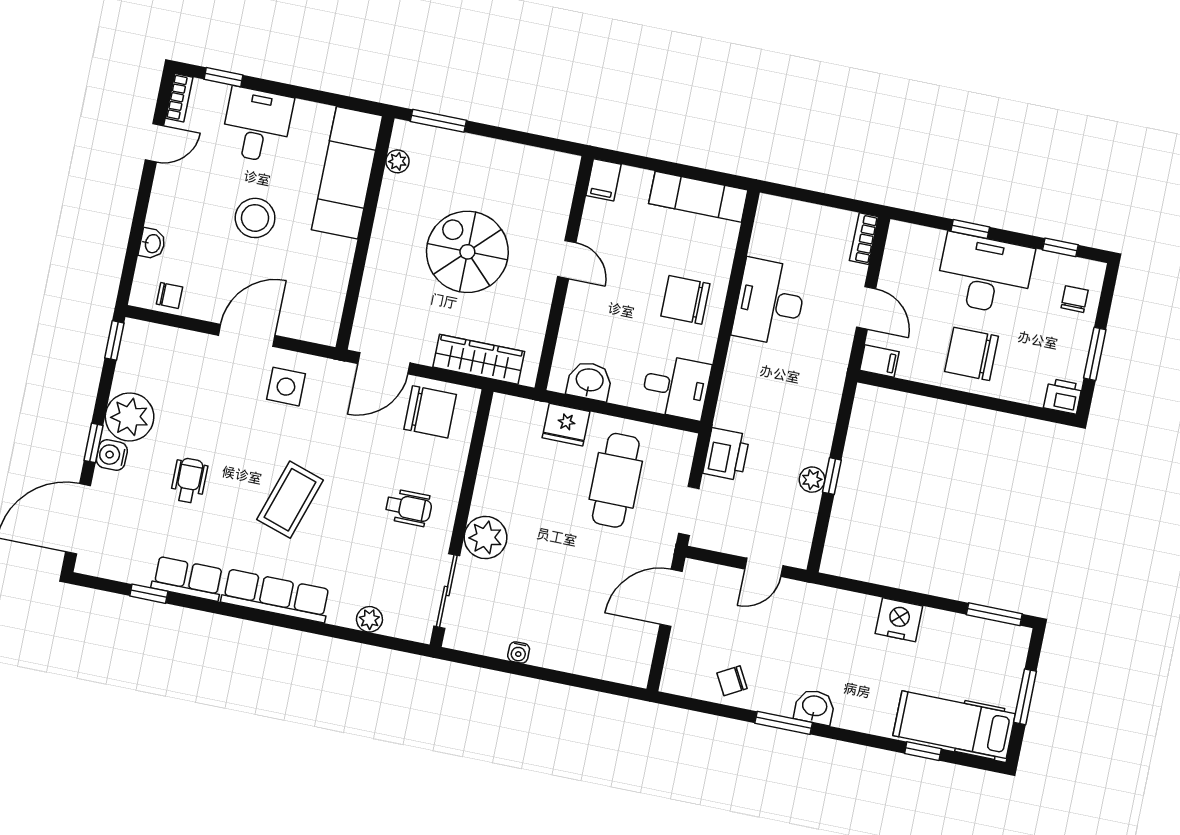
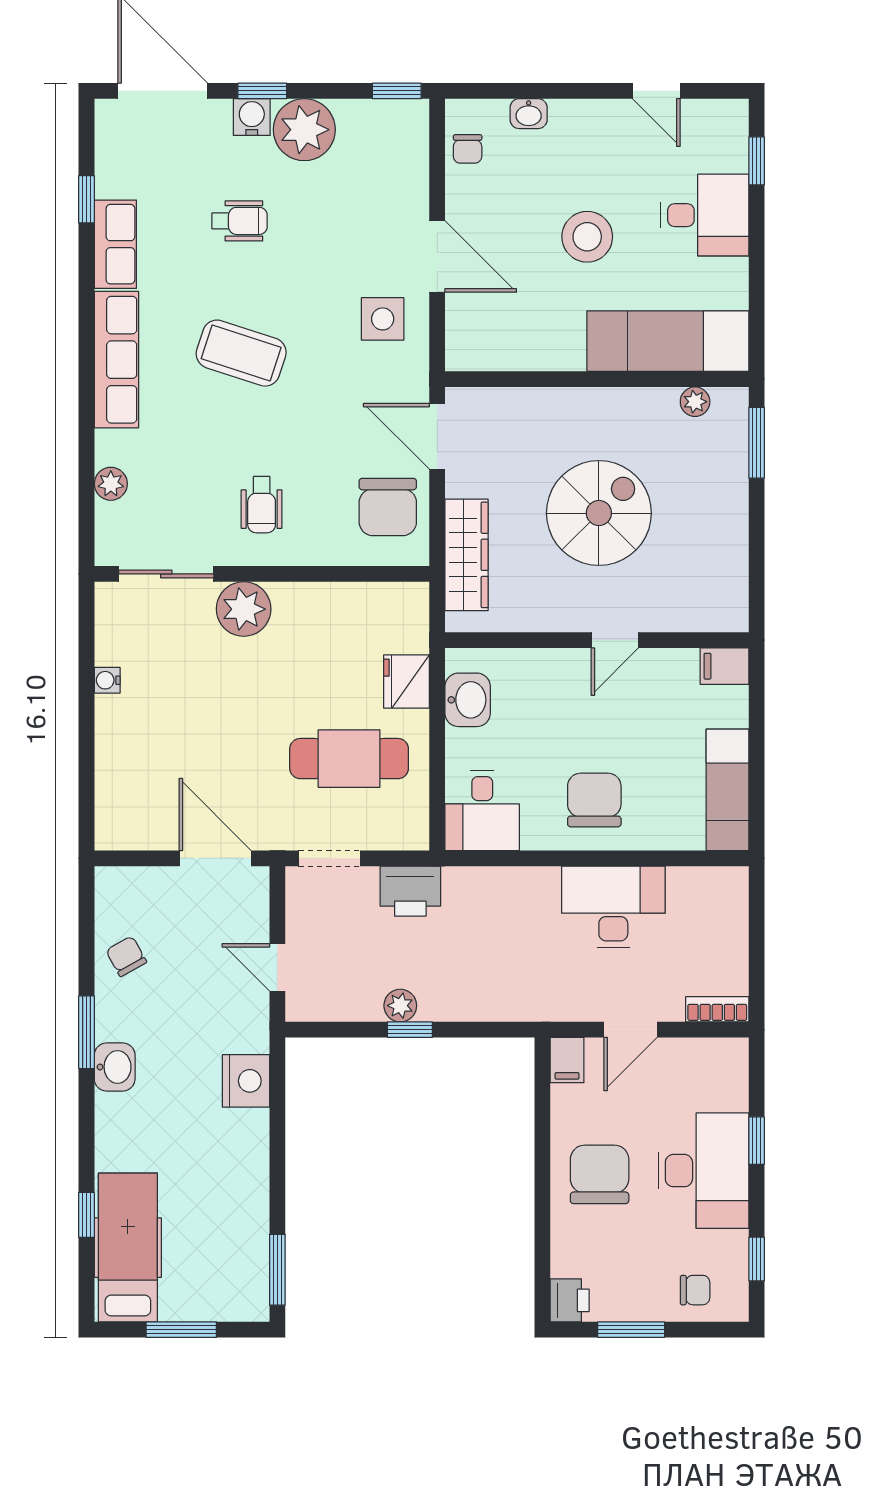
bookcase: (179, 98) -> (719, 110), removed
nightstand: (899, 620) -> (246, 1081), moved

